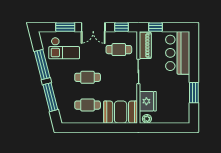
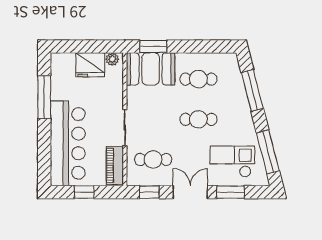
window: (155, 27) -> (84, 192), moved
bar counter: (178, 53) -> (68, 143), width x1.36
window: (42, 65) -> (268, 152), moved
window: (194, 93) -> (44, 97), width x1.44
fridge: (148, 101) -> (90, 65), moved, turned -90
window: (119, 128) -> (153, 46), added

